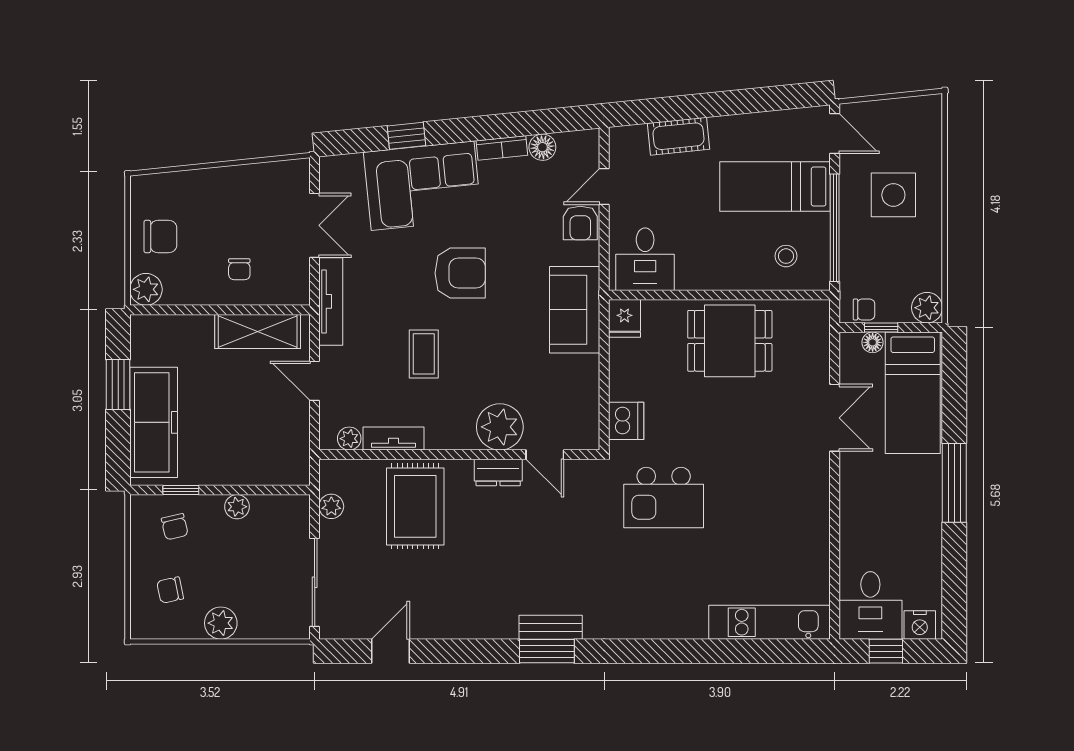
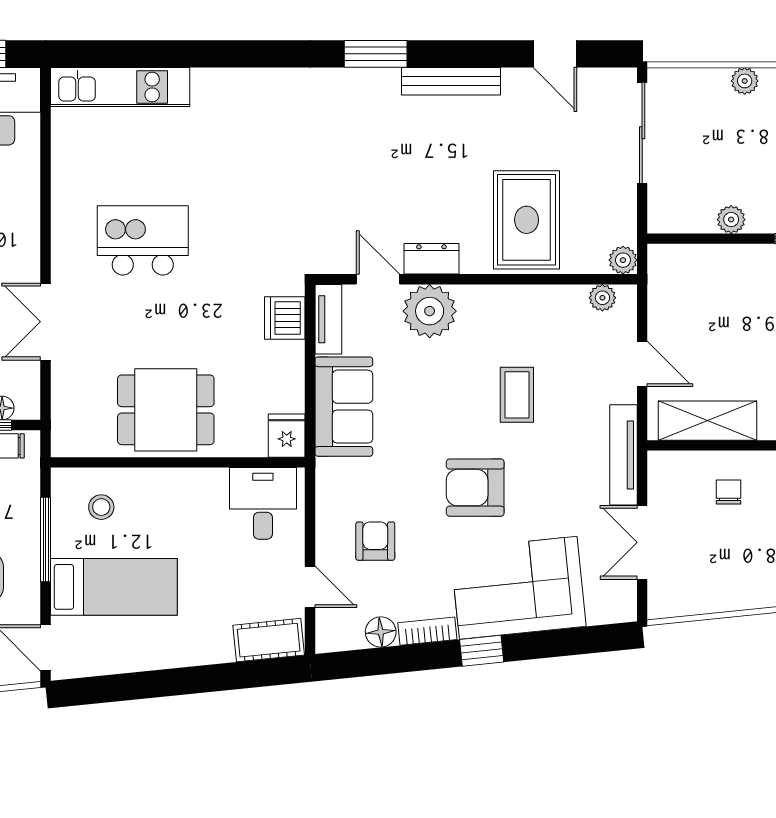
window: (406, 136) -> (482, 651), moved
cot: (678, 136) -> (269, 640), moved
door: (604, 186) -> (310, 587), hinge flipped
armchair: (580, 223) -> (375, 541), moved
window: (835, 228) -> (46, 539), width x0.68
sofa: (575, 310) -> (344, 407), moved
tv unit: (394, 439) -> (328, 319), moved, turned -90
kitchen island: (664, 497) -> (143, 240), moved
plant: (331, 506) -> (623, 260), moved
plant: (221, 623) -> (745, 81), width x0.73, depth x0.73
bench: (551, 627) -> (451, 81), moved, width x1.36
door: (390, 651) -> (555, 54), hinge flipped

